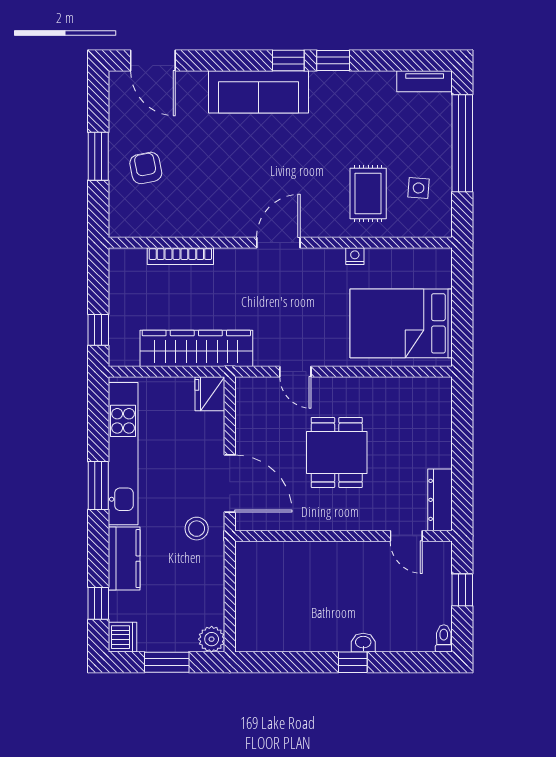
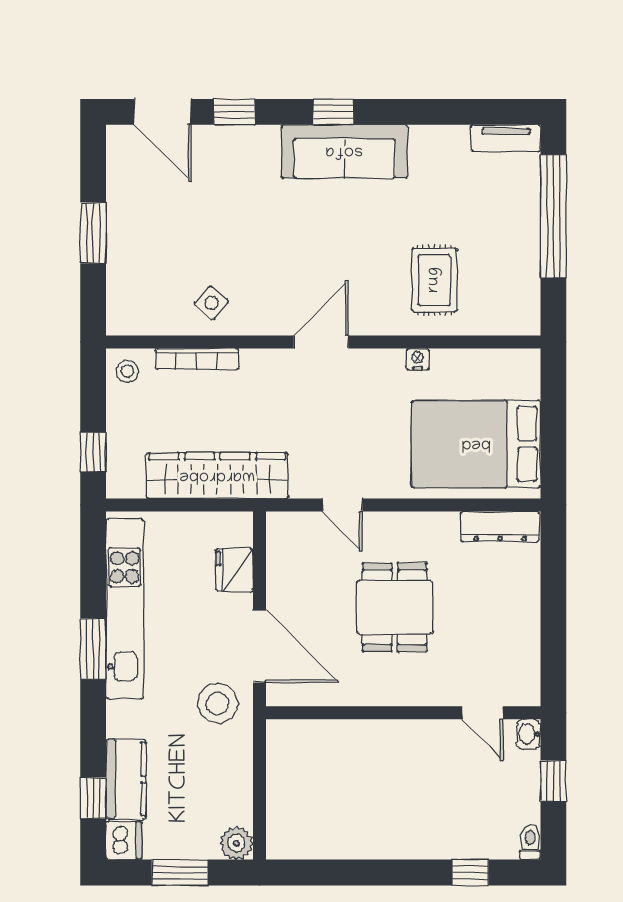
window: (333, 61) -> (234, 112), moved
sofa: (259, 92) -> (344, 151), moved
armchair: (146, 168) -> (153, 248), removed
side table: (419, 188) -> (212, 303), moved, turned 36
stool: (125, 266) -> (127, 371), added
fridge: (210, 394) -> (234, 570), moved
dresser: (440, 500) -> (500, 527), moved, turned -90
stool: (197, 529) -> (218, 703), width x1.38, depth x1.38
kitchen counter: (124, 559) -> (126, 779), moved
washbasin: (363, 643) -> (529, 734), moved, turned -90
window: (353, 662) -> (470, 873), moved

